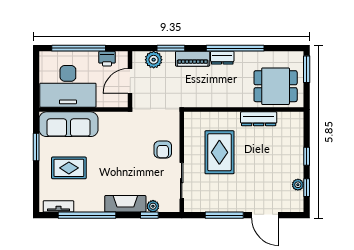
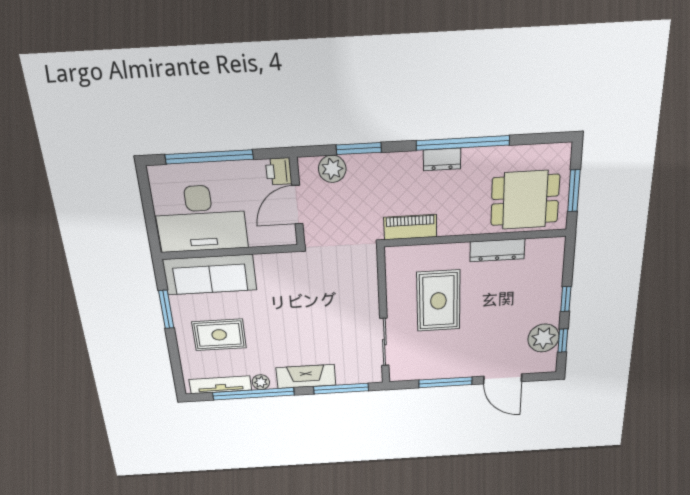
printer: (107, 59) -> (279, 171), moved, turned 90
piano: (193, 59) -> (410, 227), moved, turned 180
window: (307, 69) -> (574, 191), moved
armchair: (163, 149) -> (355, 302), removed
plant: (298, 185) -> (543, 338), width x1.88, depth x1.88
tv unit: (58, 206) -> (220, 385), width x1.41
plant: (153, 206) -> (261, 382), moved
window: (149, 215) -> (341, 389), width x2.17

